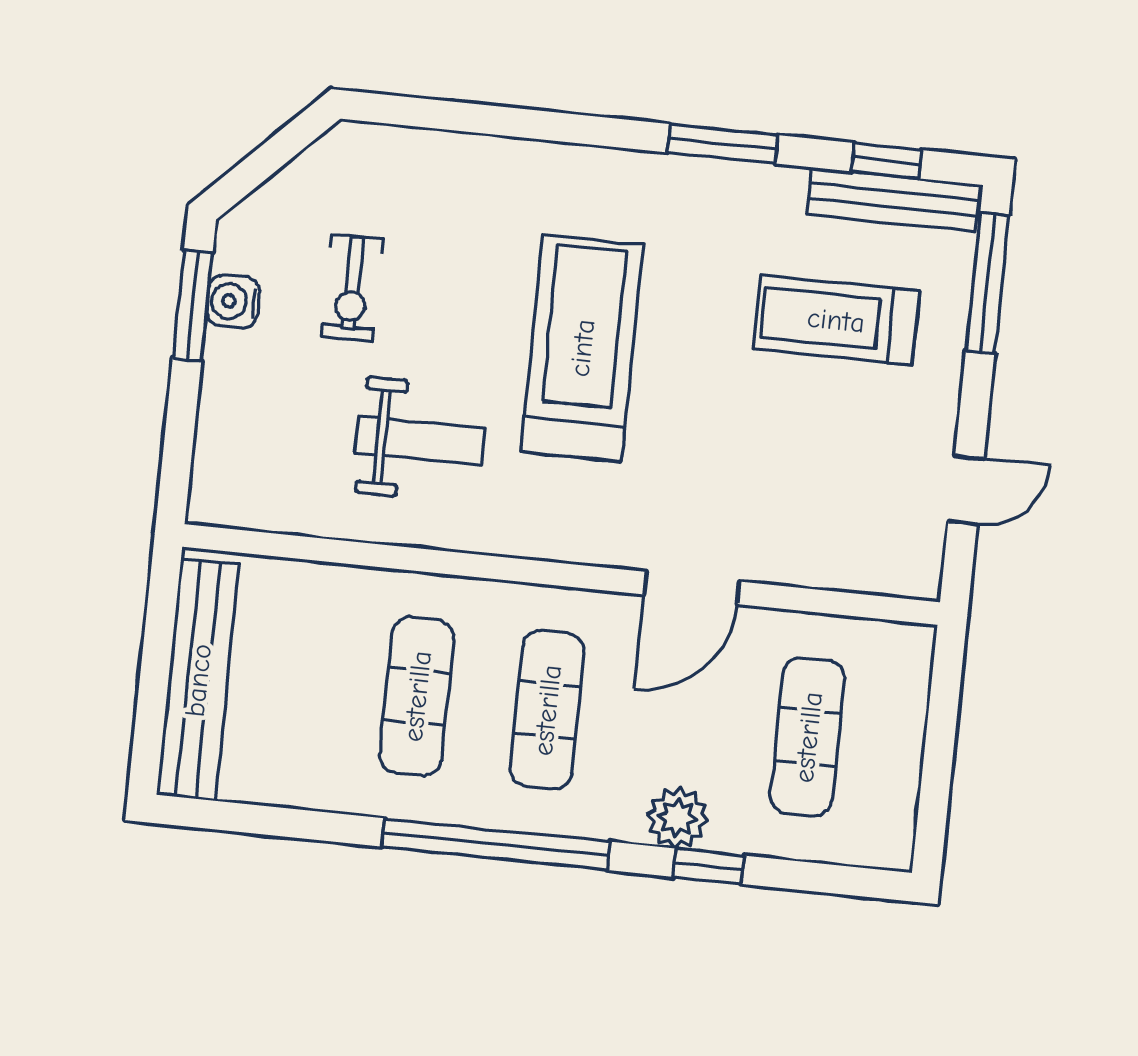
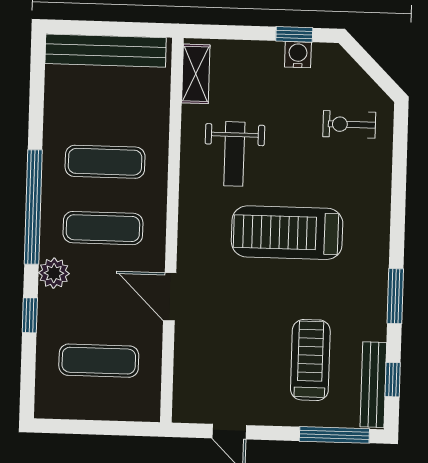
exercise bike: (352, 288) -> (349, 124), moved
window: (193, 306) -> (294, 34), width x0.67
treadmill: (582, 348) -> (287, 233), turned 180
shelving: (256, 505) -> (196, 74), added
plant: (677, 818) -> (54, 273), moved

